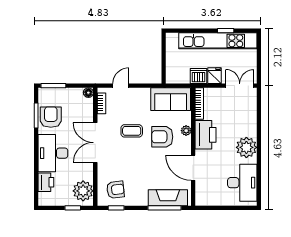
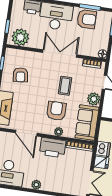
plant: (142, 95) -> (94, 99), added
plant: (246, 147) -> (36, 185), width x0.53, depth x0.53
door: (193, 168) -> (26, 133), swing flipped
armchair: (115, 190) -> (20, 75), moved

